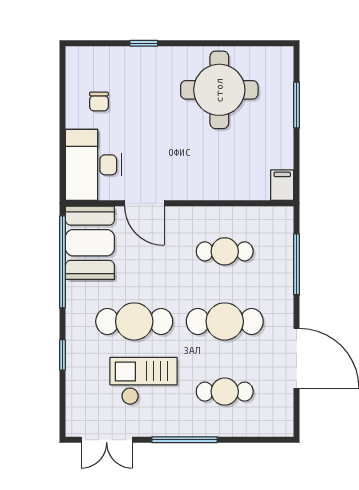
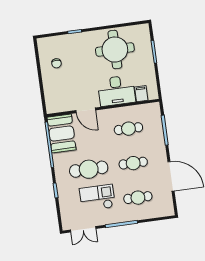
desk: (93, 165) -> (116, 91), moved, turned -90
filing cabinet: (282, 185) -> (141, 94), moved
cafe table: (225, 321) -> (133, 163), width x0.73, depth x0.74

